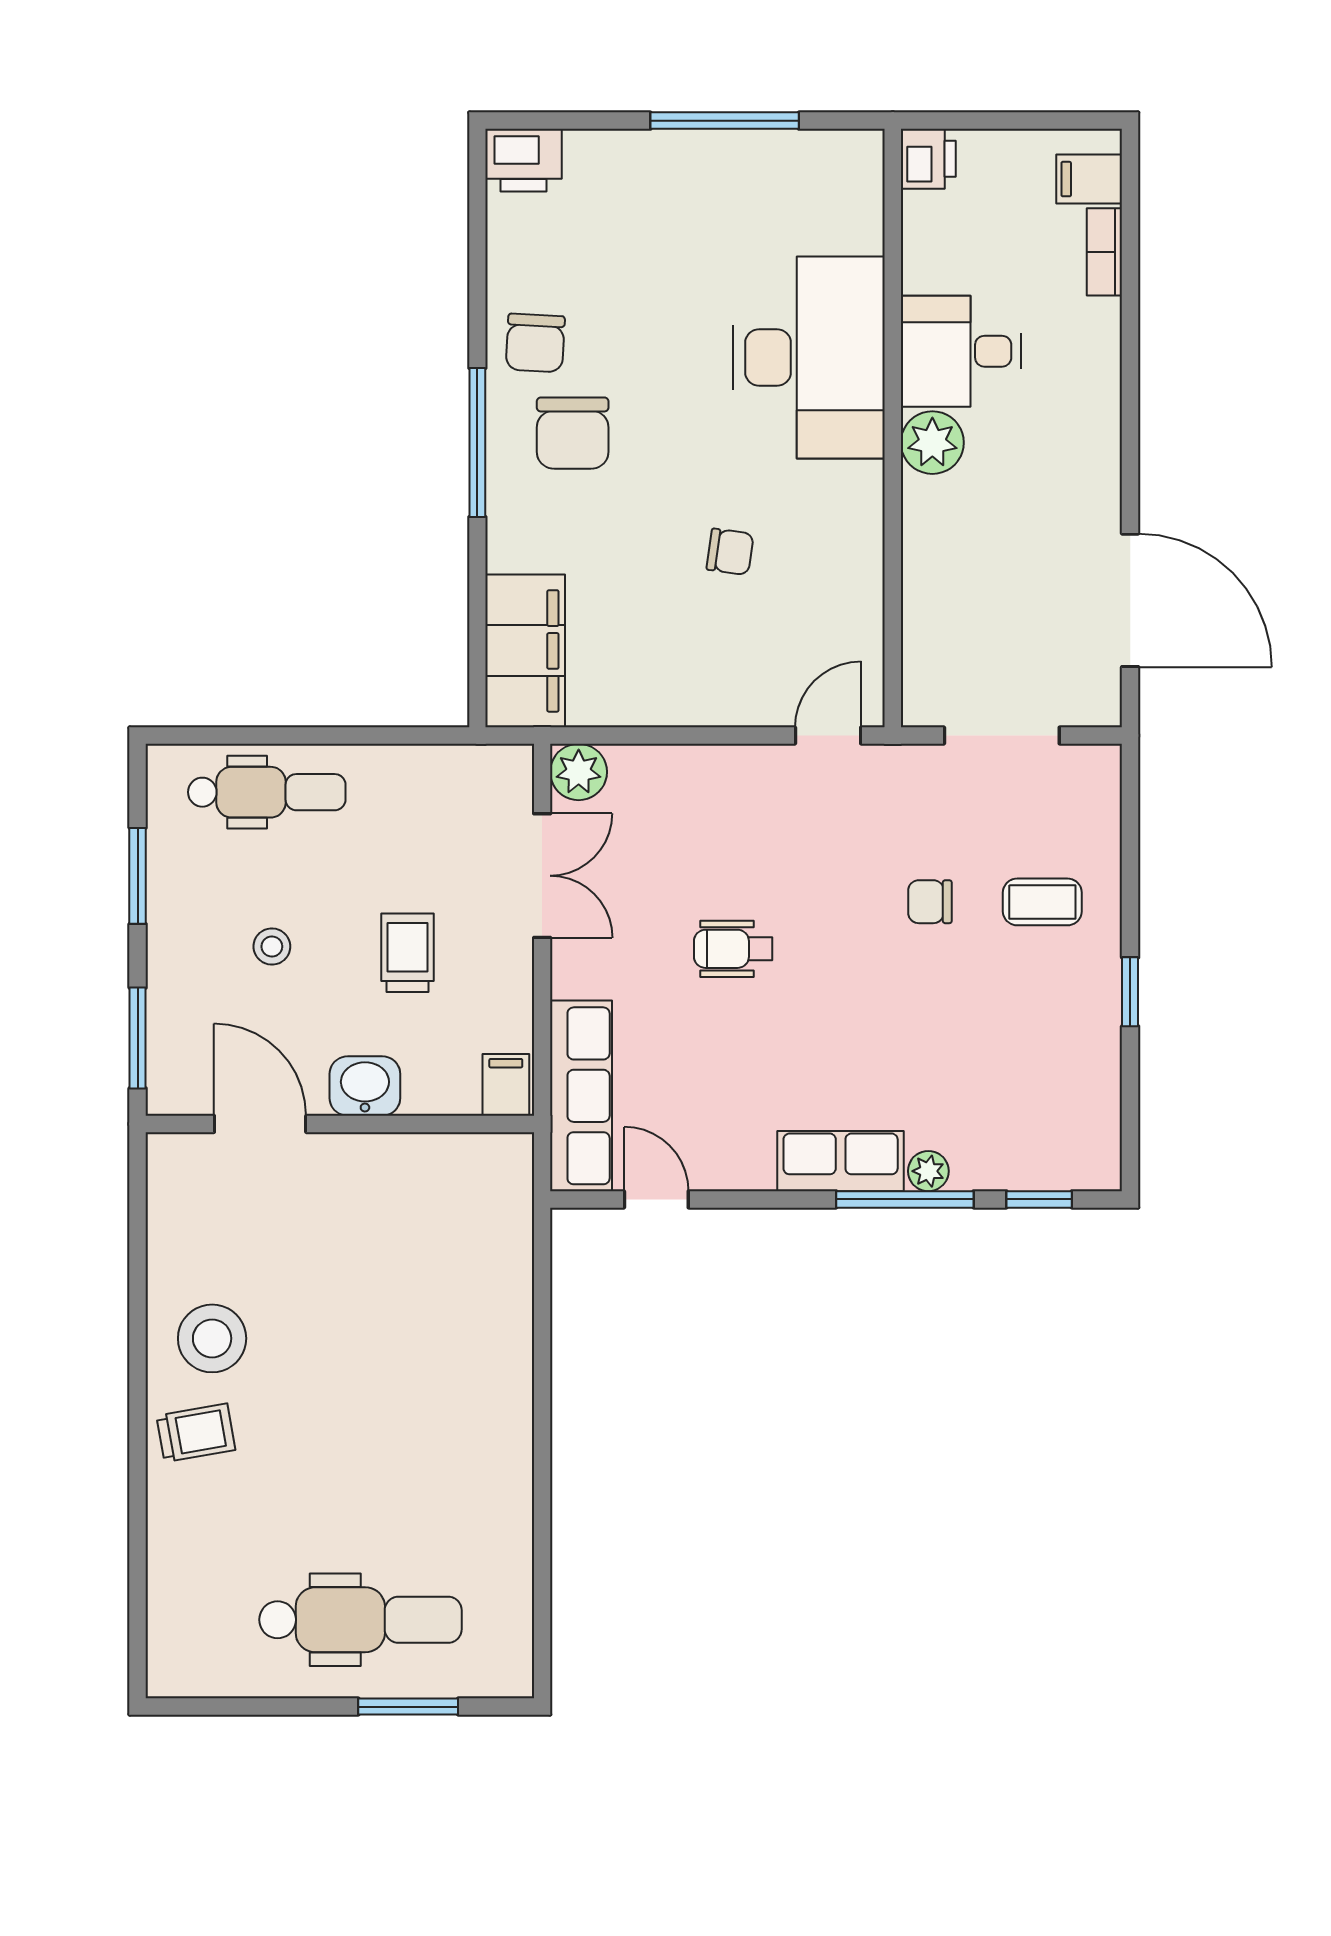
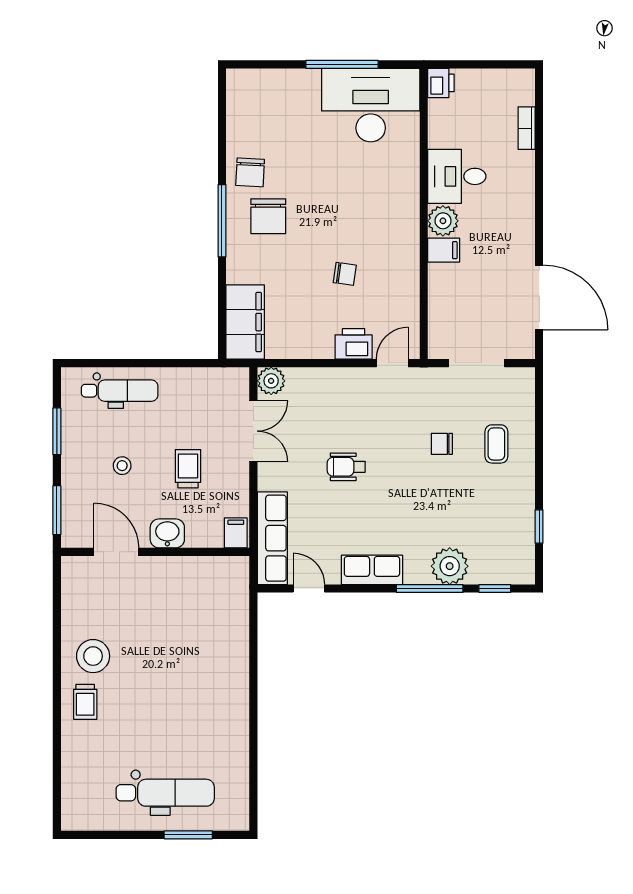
printer: (524, 160) -> (354, 344), moved, turned 180
filing cabinet: (1089, 179) -> (444, 250), moved, turned 180
desk: (809, 357) -> (371, 105), moved, turned -90
coffee table: (1042, 902) -> (496, 444), turned 90
window: (1130, 992) -> (539, 526), moved
row of seats: (841, 1161) -> (372, 570), moved
plant: (928, 1171) -> (450, 566), width x1.88, depth x1.88
trolley: (196, 1433) -> (85, 702), turned 100

